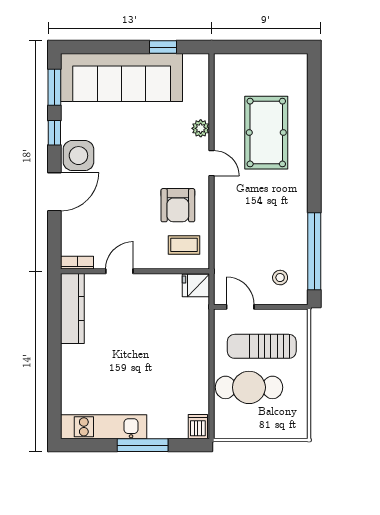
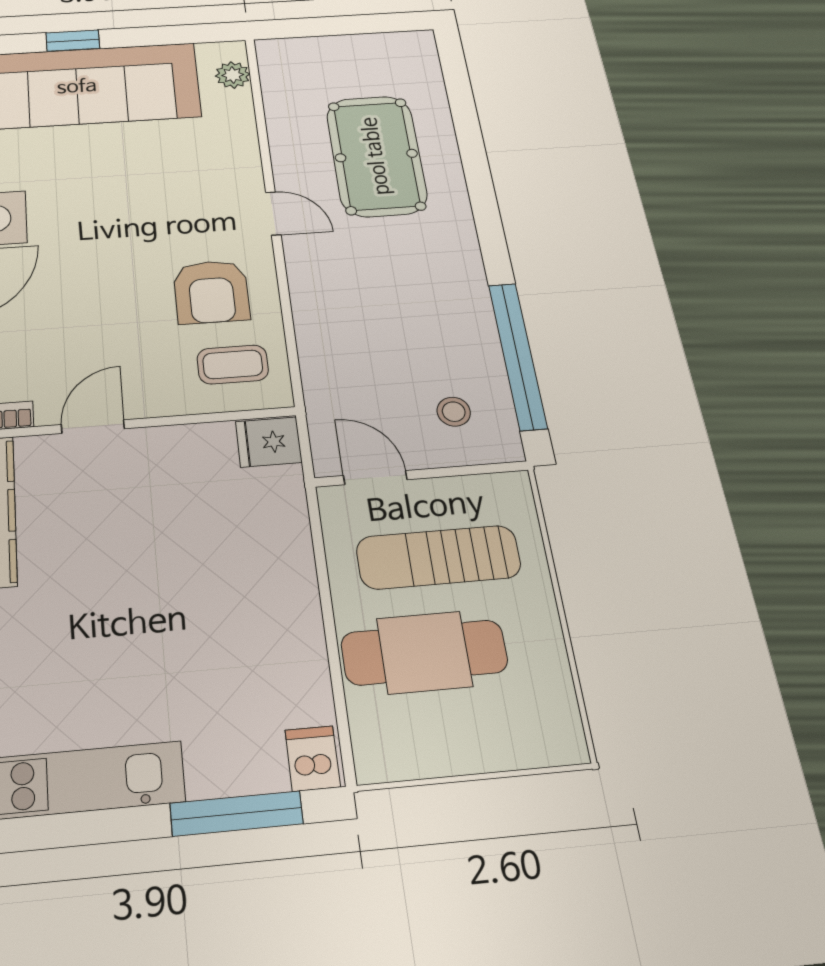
window: (163, 47) -> (73, 41), moved
plant: (201, 128) -> (233, 75), moved
window: (143, 445) -> (237, 814), moved

